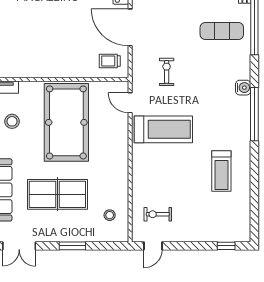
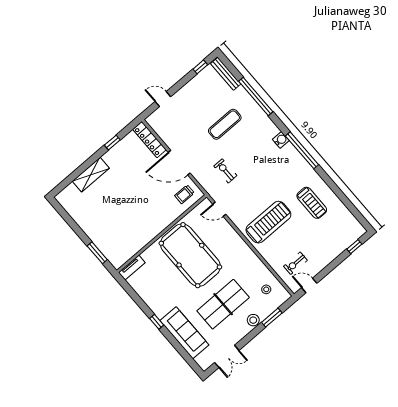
exercise mat: (222, 31) -> (225, 124), moved
stool: (12, 121) -> (253, 320), moved
treadmill: (163, 129) -> (268, 222), moved
window: (72, 246) -> (272, 318), moved
door: (153, 246) -> (309, 285), swing flipped

